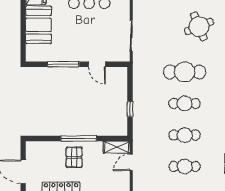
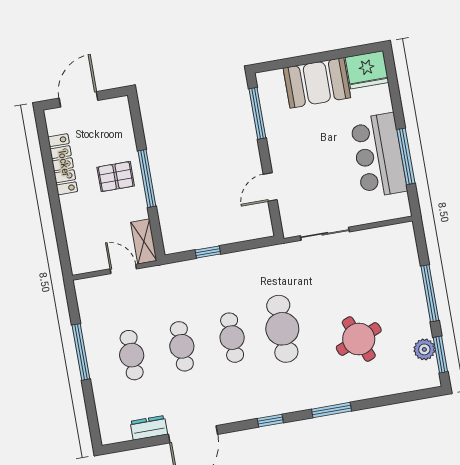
window: (63, 64) -> (257, 113), moved

